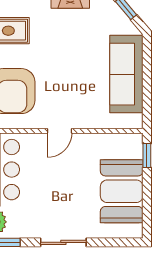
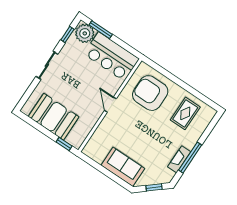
sofa: (126, 74) -> (123, 167), width x0.73

